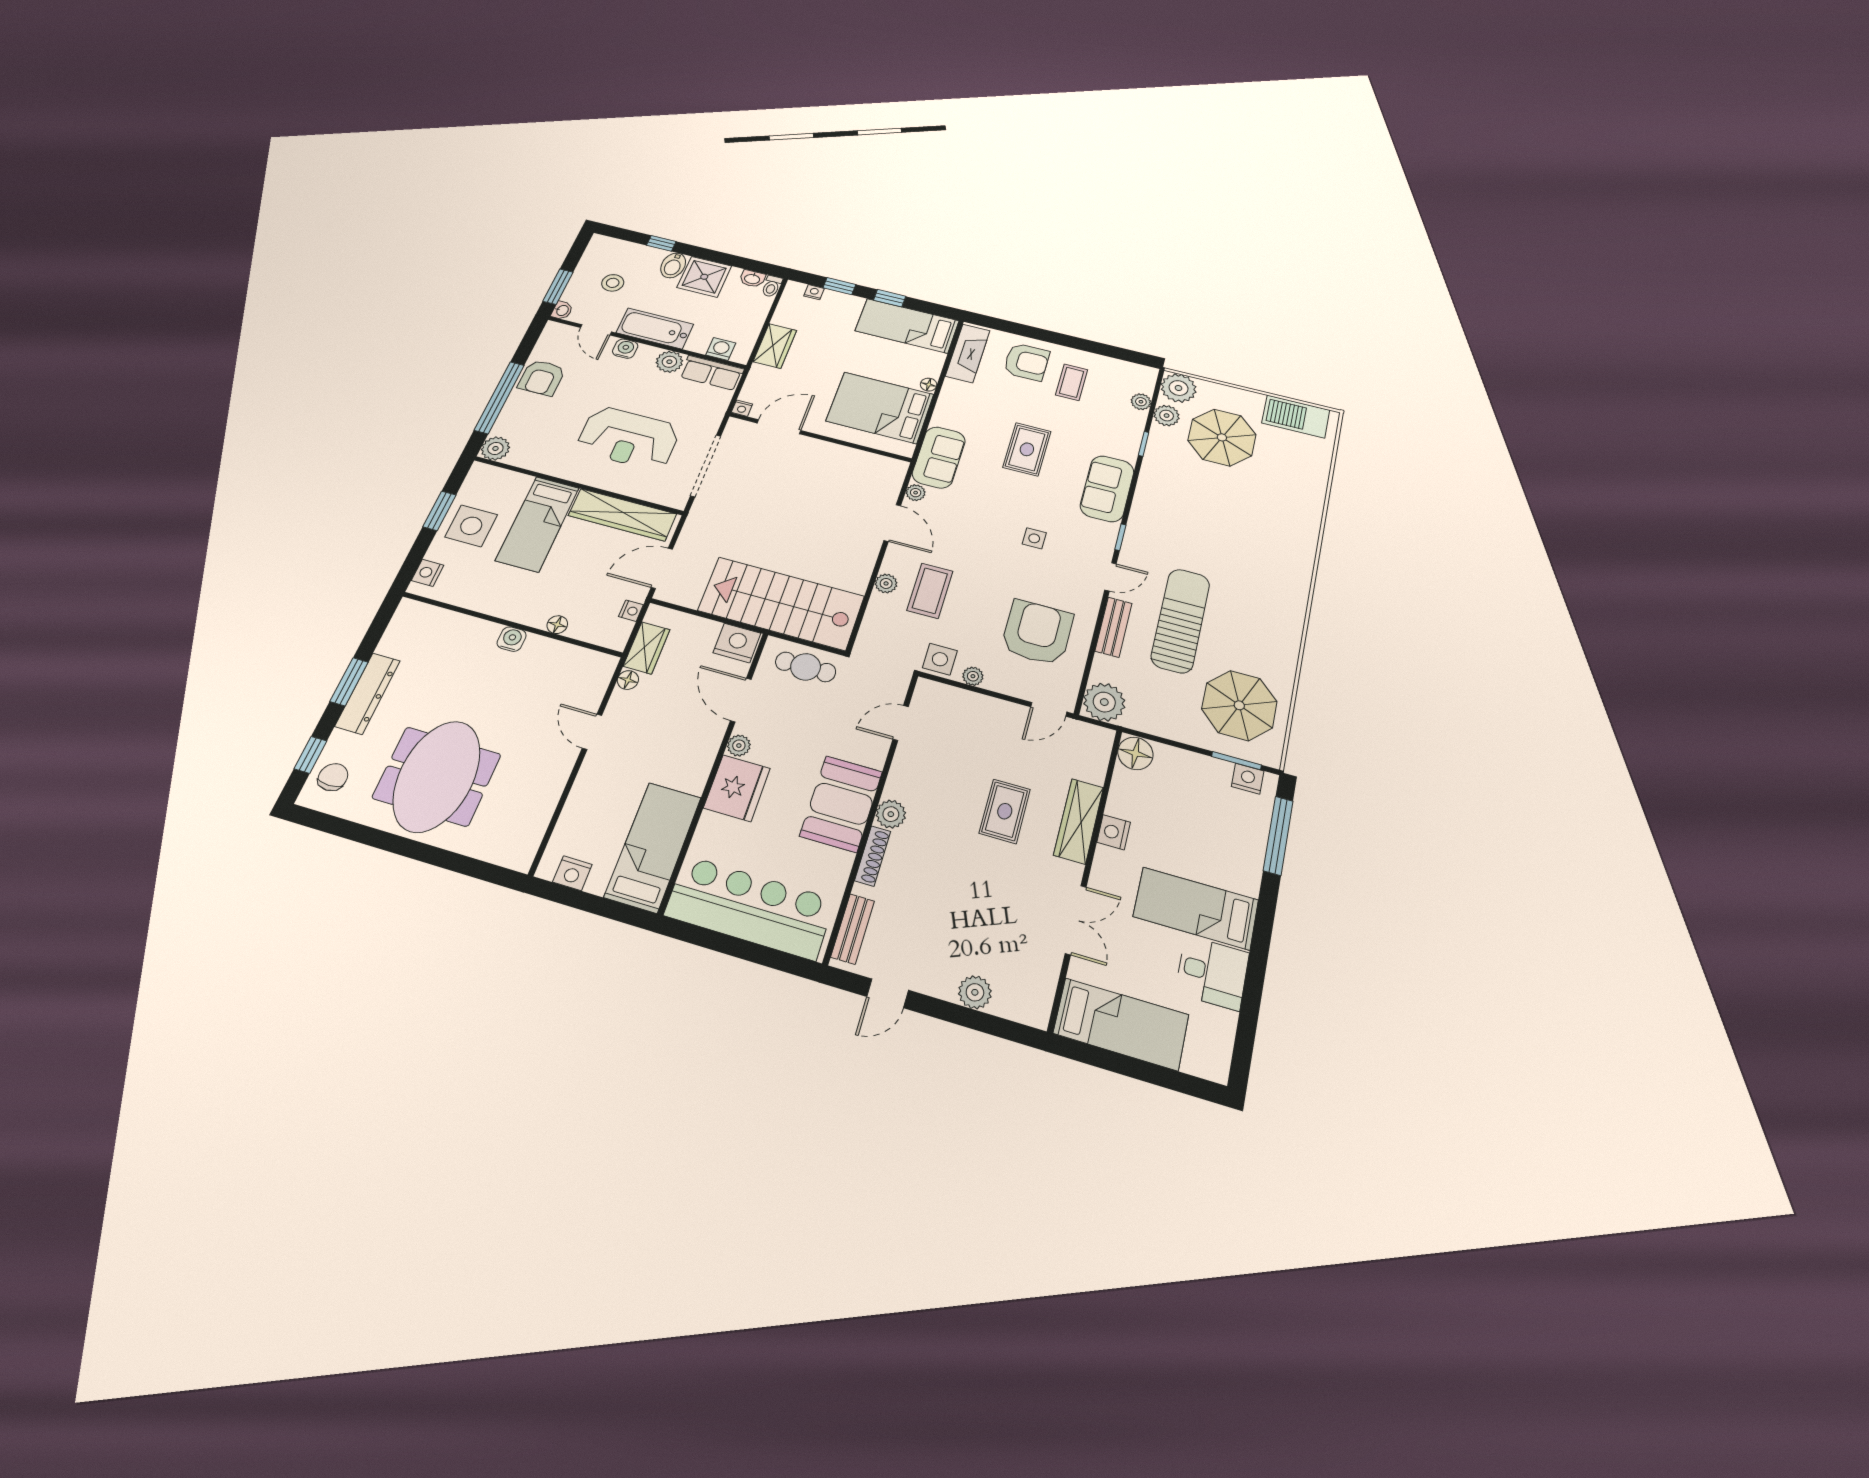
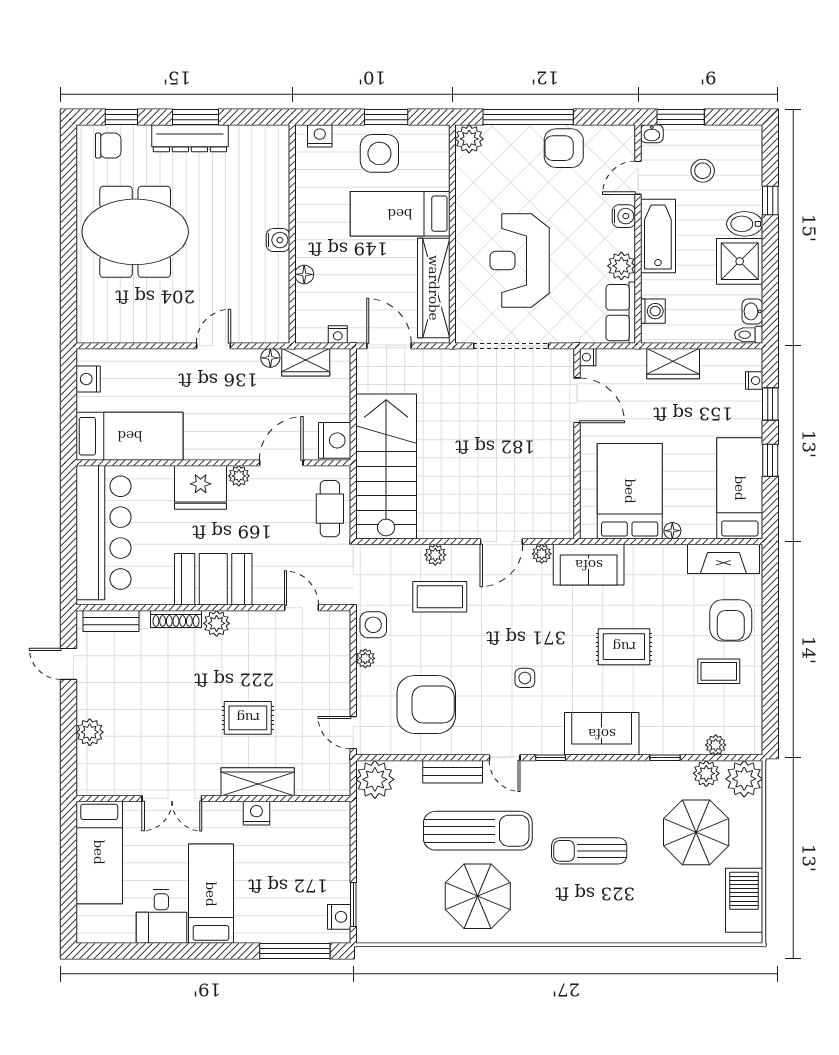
sun lounger: (1222, 529) -> (589, 851), added
parasol: (1239, 705) -> (478, 896), moved
floor lamp: (1135, 753) -> (334, 817), removed

